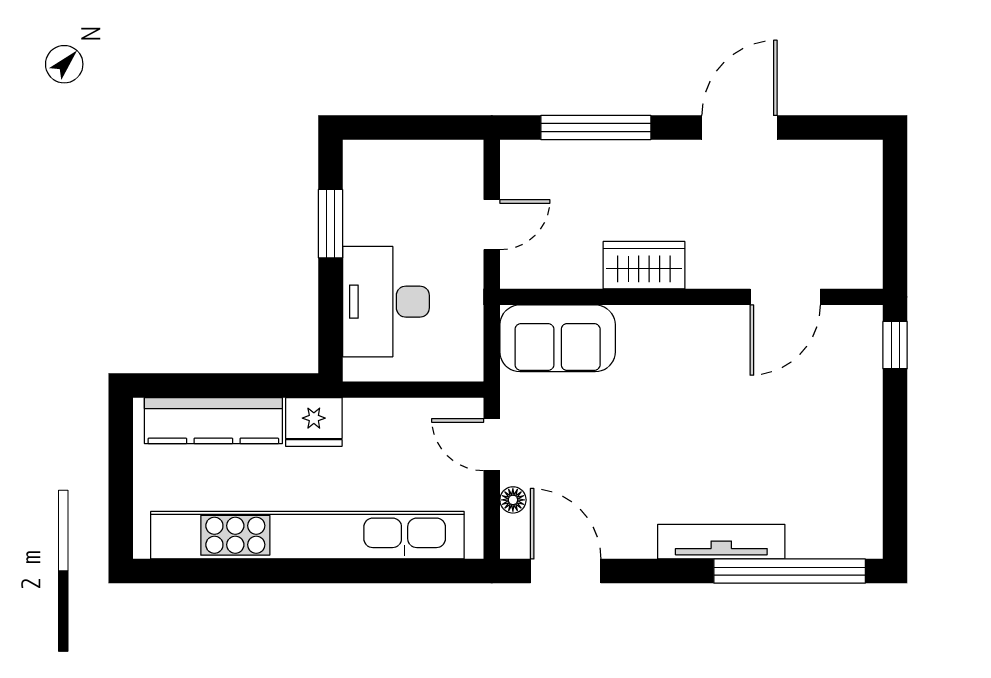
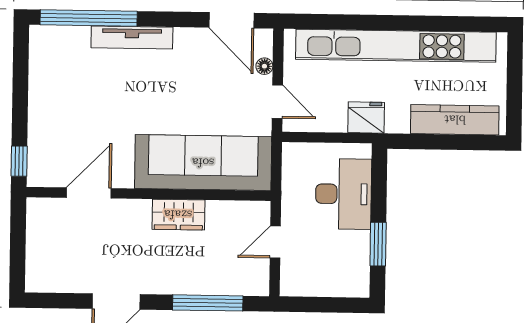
sofa: (558, 338) -> (203, 163), width x1.85, depth x1.27
fridge: (314, 422) -> (366, 117), moved

